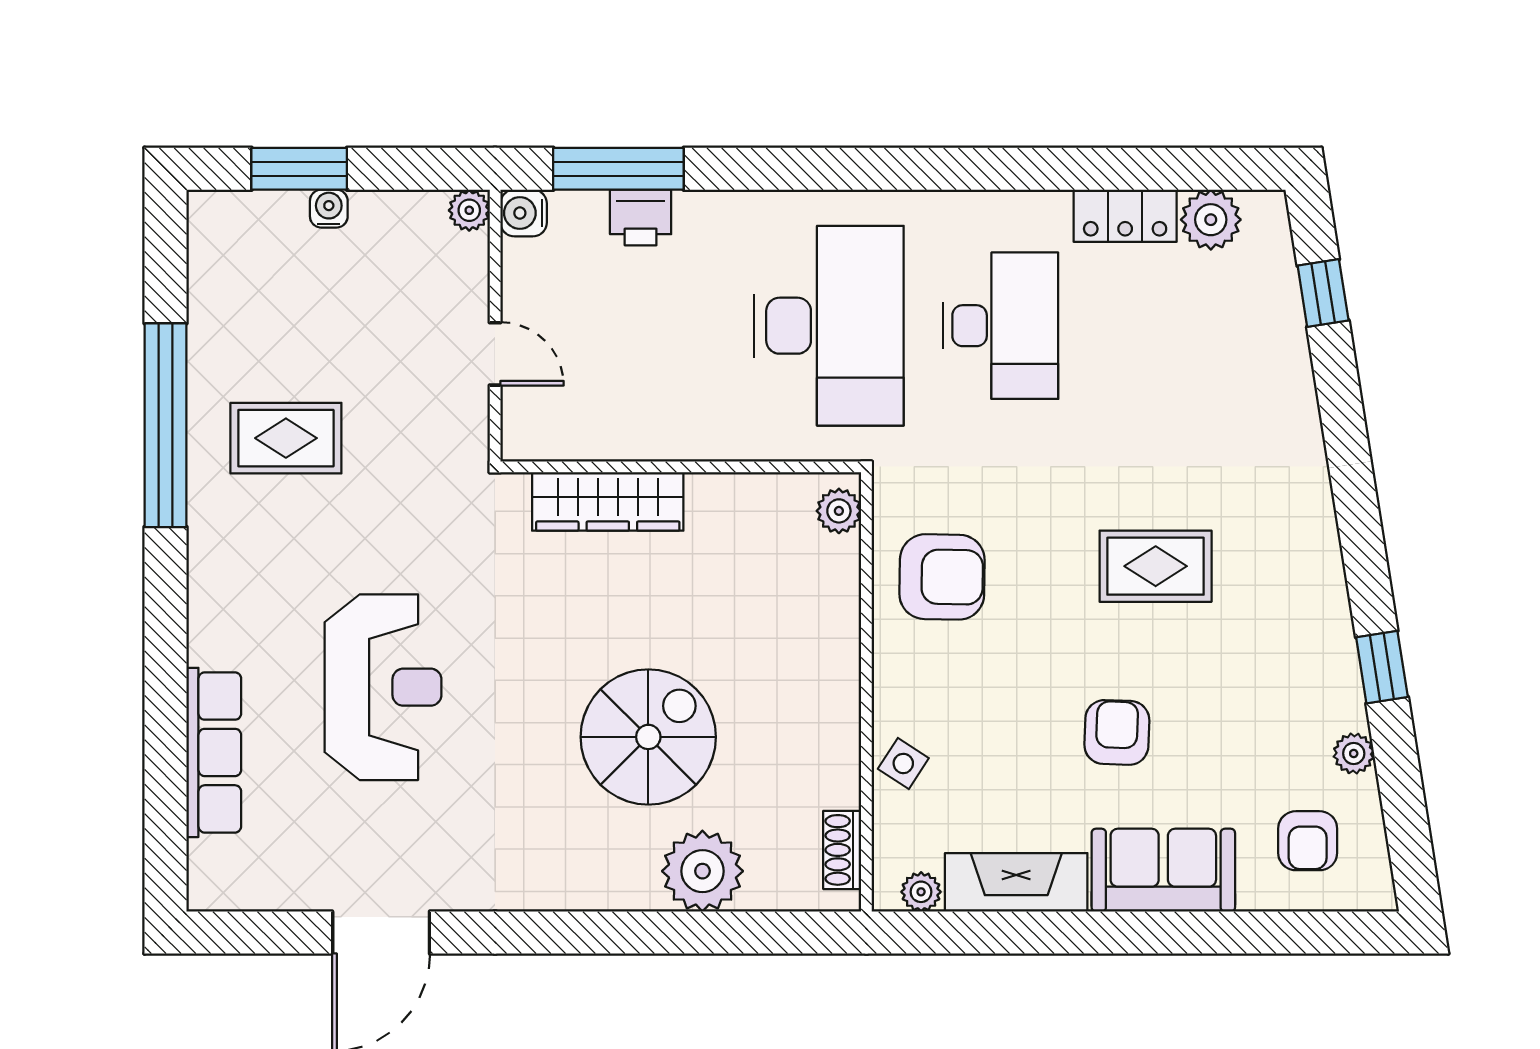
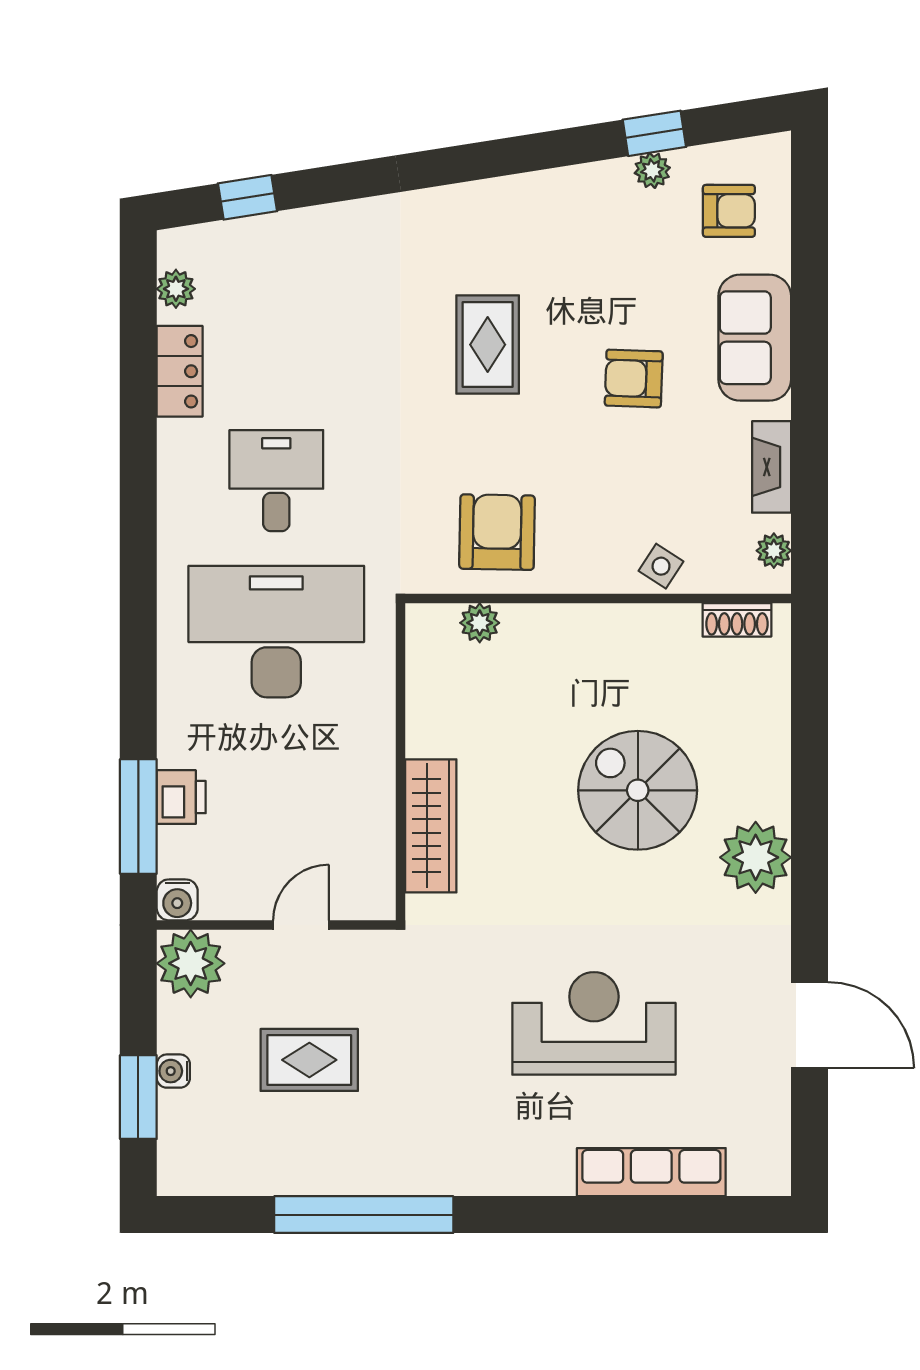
plant: (469, 210) -> (191, 963), width x1.88, depth x1.88
plant: (1211, 220) -> (176, 289), width x0.73, depth x0.73
desk: (1001, 326) -> (276, 481), width x0.73
rug: (286, 438) -> (309, 1060), moved, turned 90
plant: (839, 511) -> (480, 623), moved
window: (1382, 667) -> (654, 133), moved
plant: (702, 871) -> (756, 857), moved
fireplace: (1016, 882) -> (772, 467), width x0.73, depth x0.76

